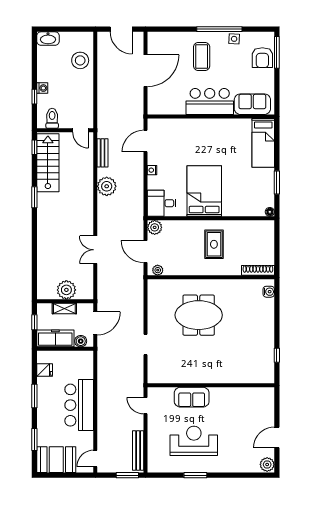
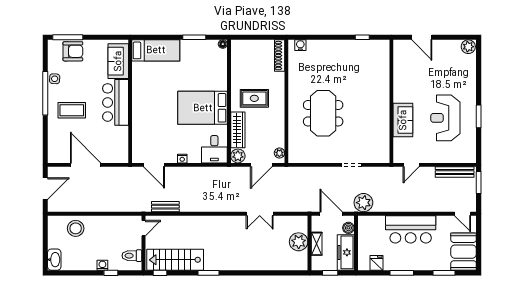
plant: (107, 186) -> (363, 203), moved
wardrobe: (182, 227) -> (238, 130), added
door: (277, 437) -> (422, 37), moved

